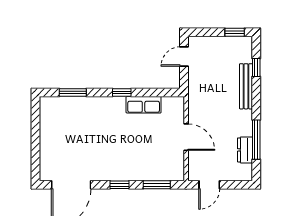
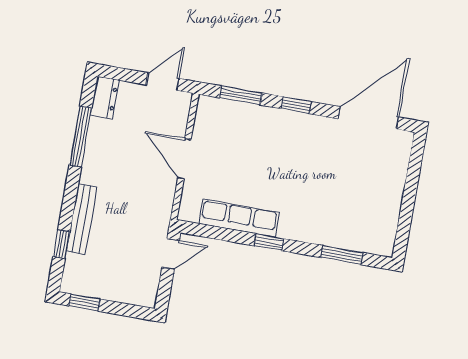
door: (184, 57) -> (171, 254), moved
row of seats: (144, 105) -> (239, 218), width x1.48
dresser: (245, 150) -> (105, 98), moved

